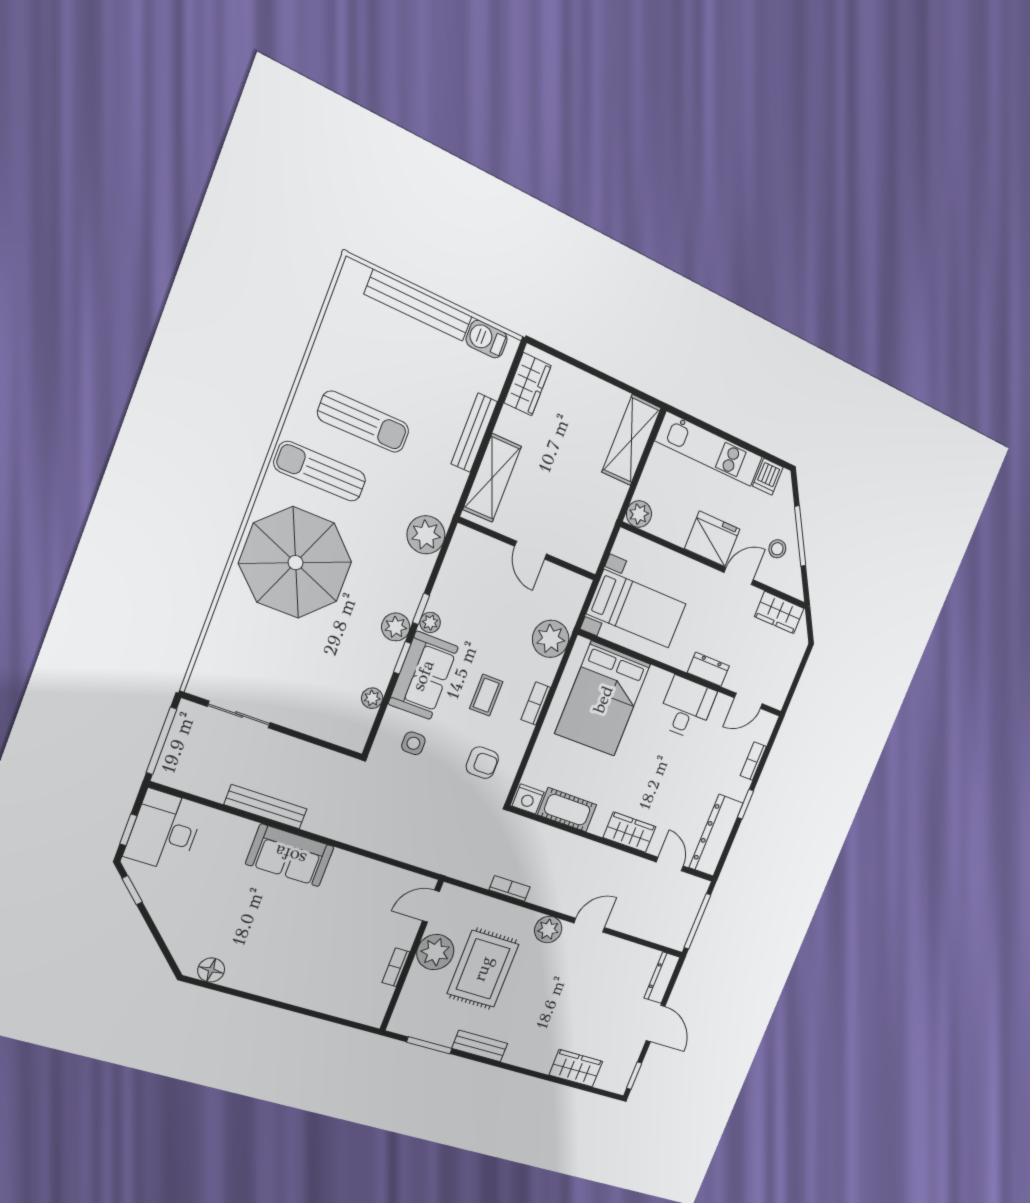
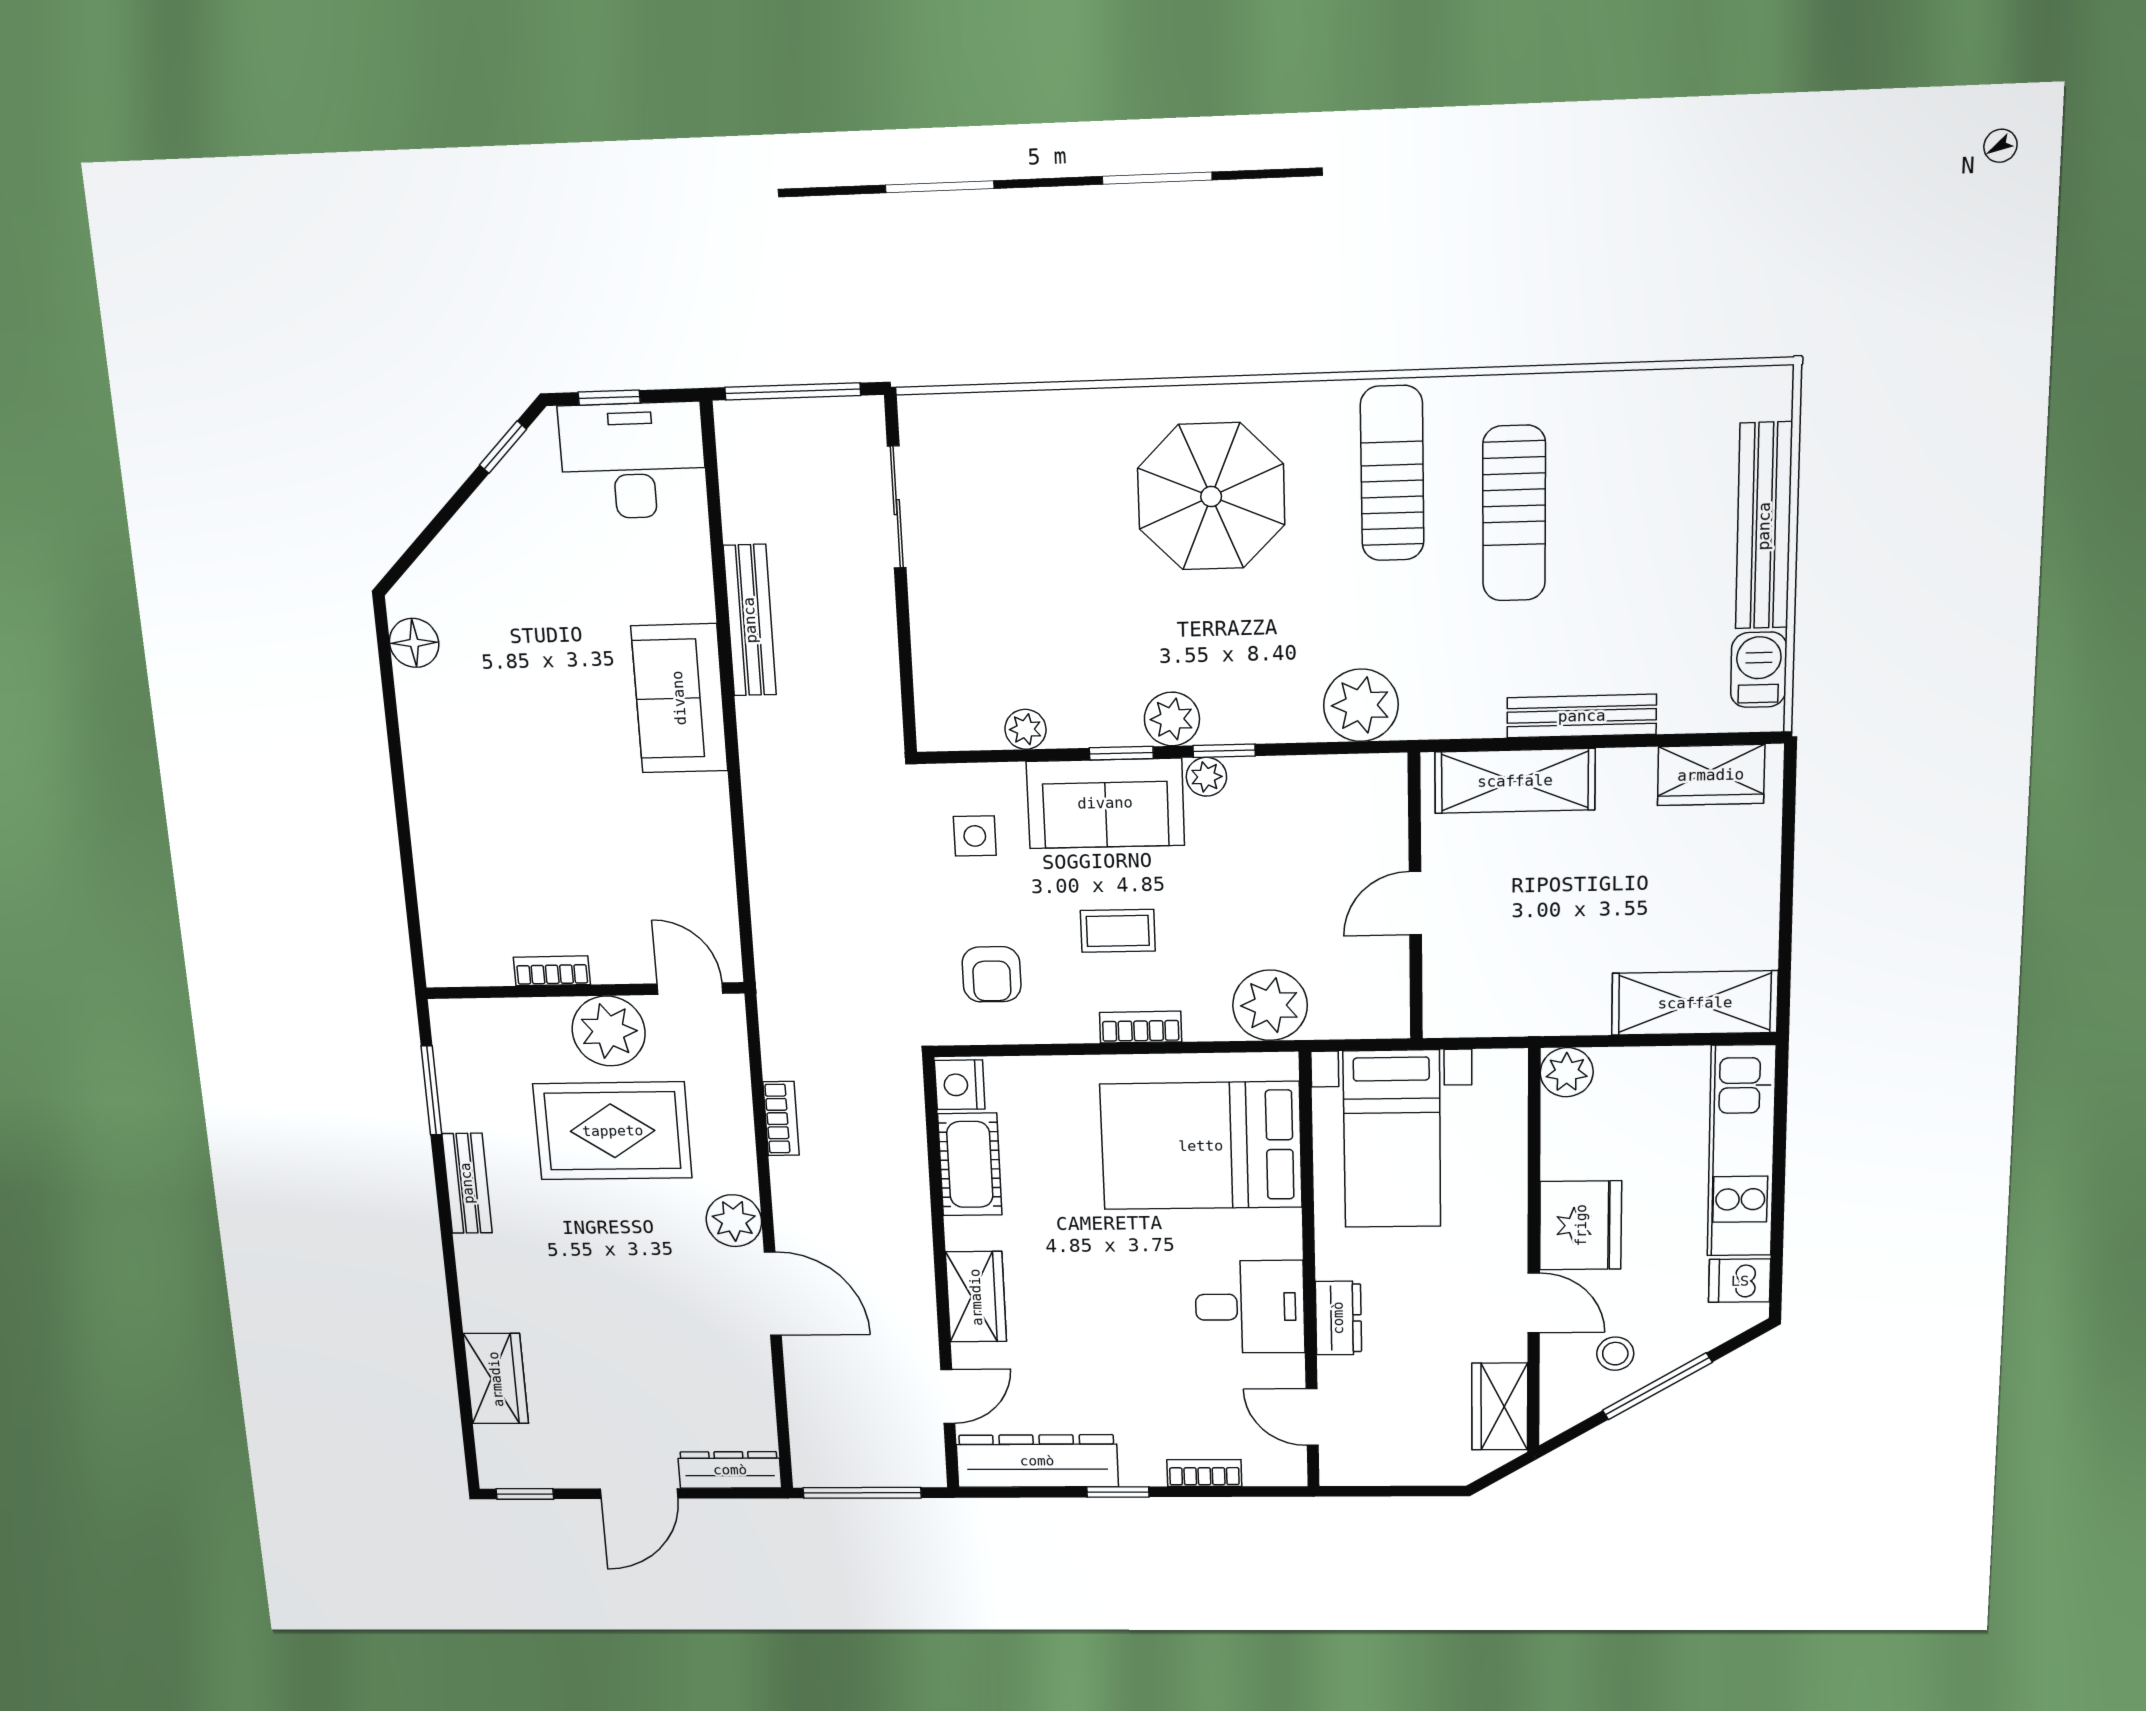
parasol: (296, 563) -> (1211, 497), width x0.73, depth x0.73
door: (589, 925) -> (773, 1294), width x1.38

